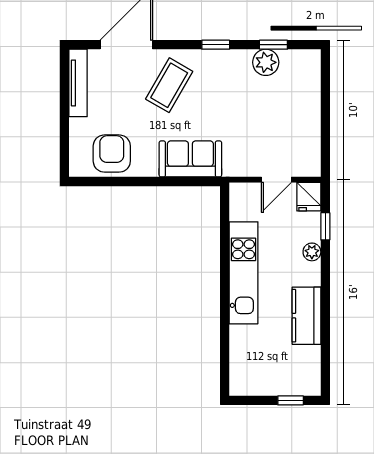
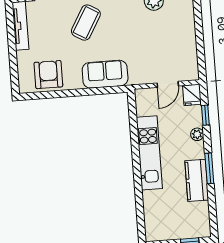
window: (325, 300) -> (209, 168), added

